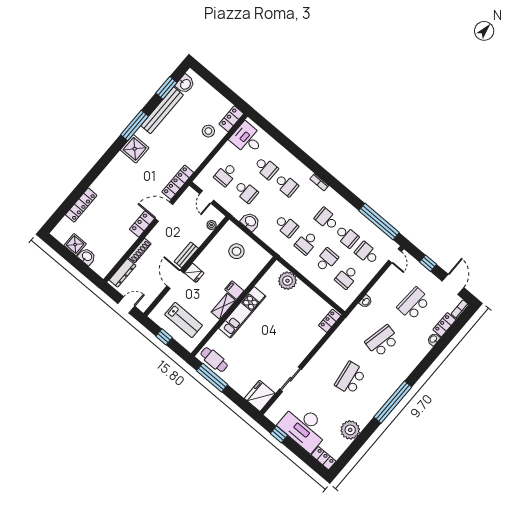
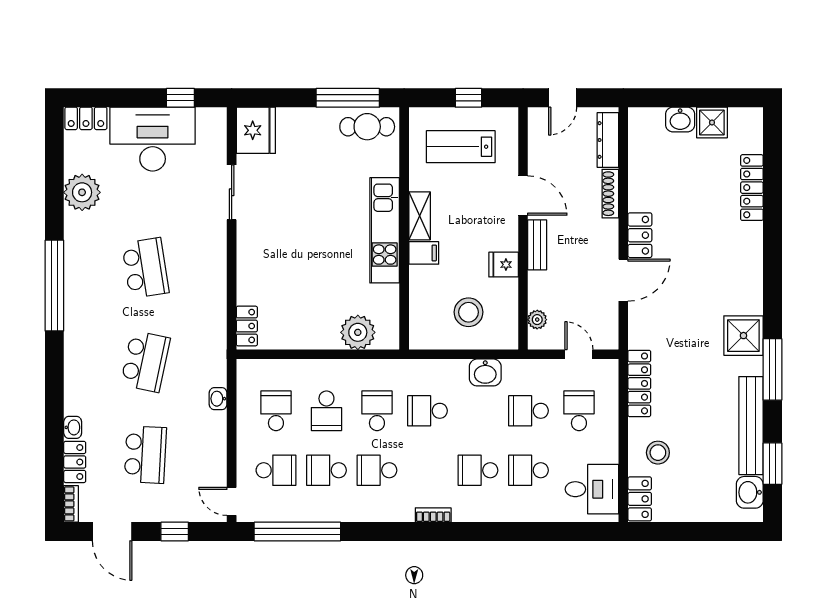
locker: (178, 182) -> (639, 383), moved
school desk: (327, 219) -> (377, 470), turned 180
fridge: (194, 273) -> (504, 265), moved

